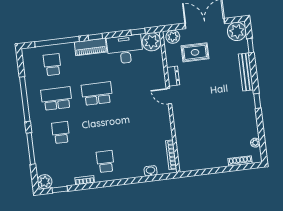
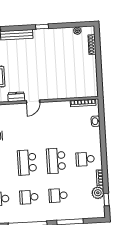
school desk: (57, 99) -> (29, 197), width x0.54
school desk: (101, 128) -> (56, 161), added
plant: (45, 182) -> (98, 193), moved

